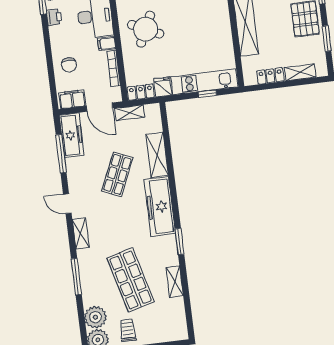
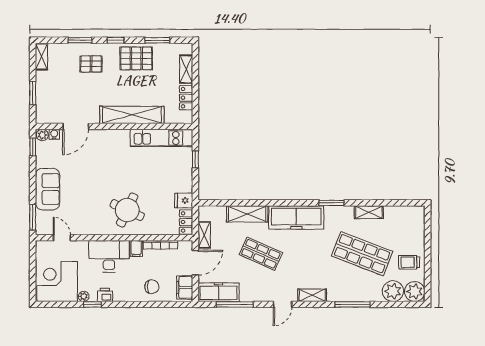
kitchen unit: (204, 82) -> (162, 138), moved, turned -90
shop shelf: (131, 280) -> (362, 254), turned 36

